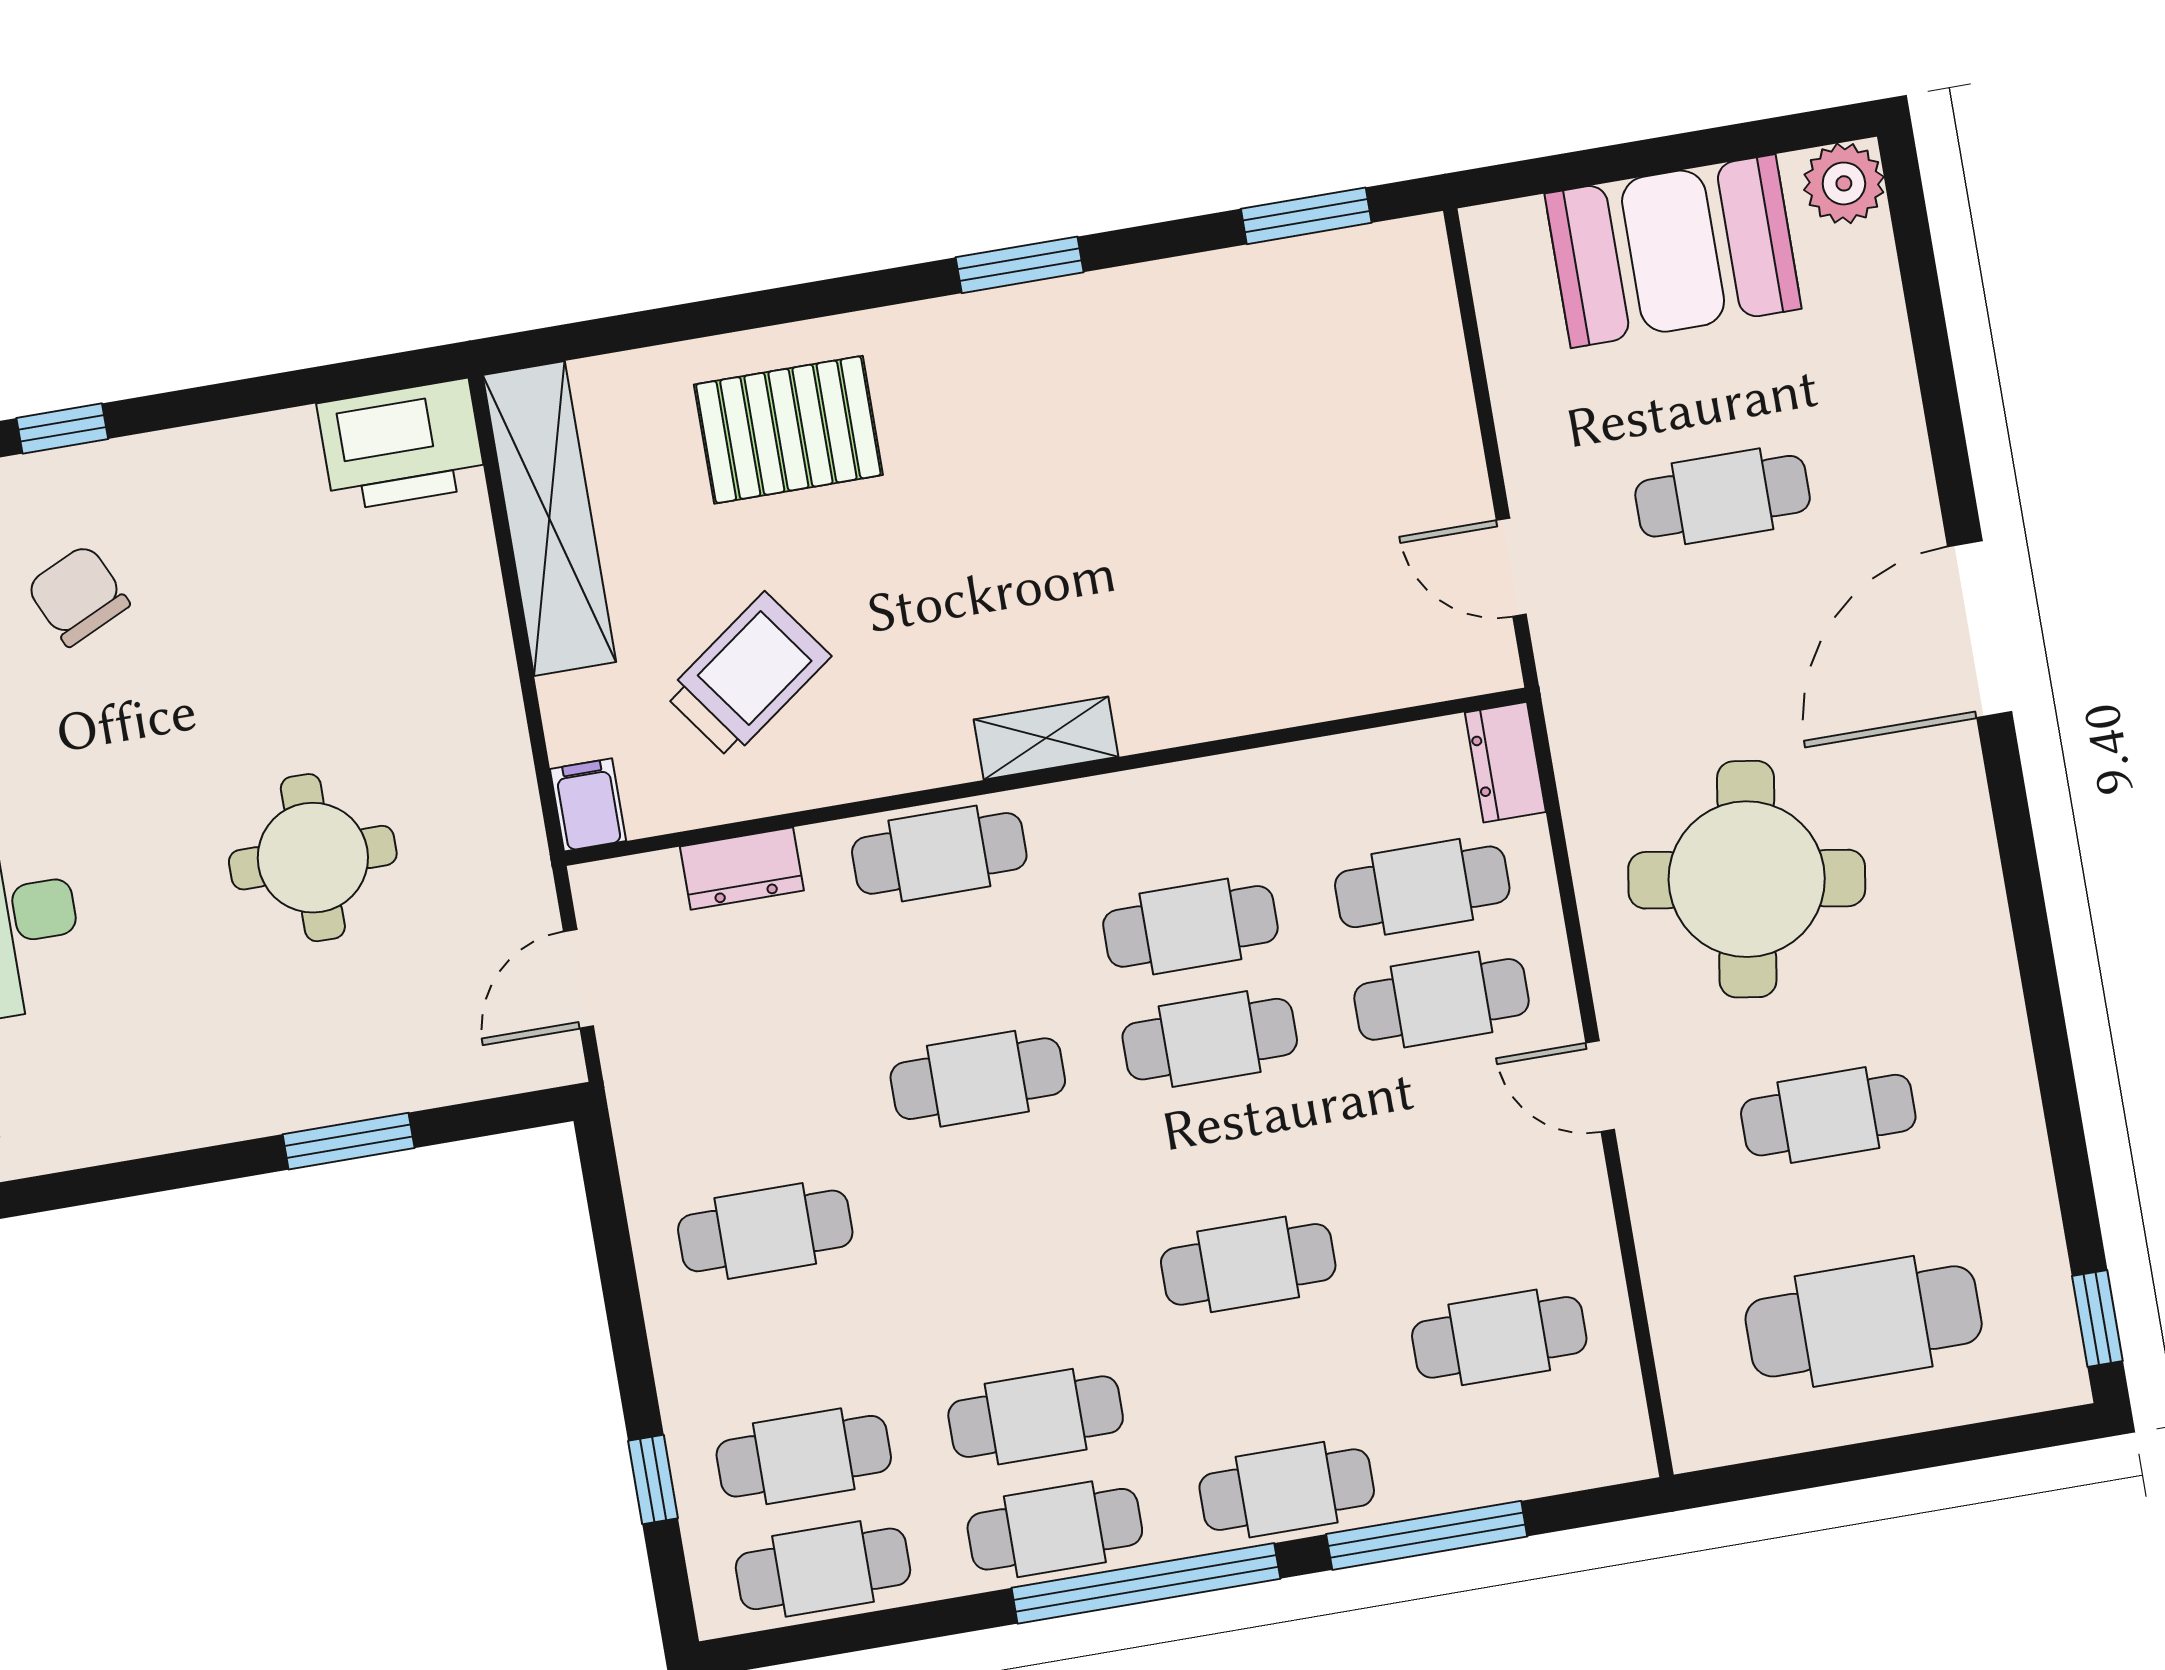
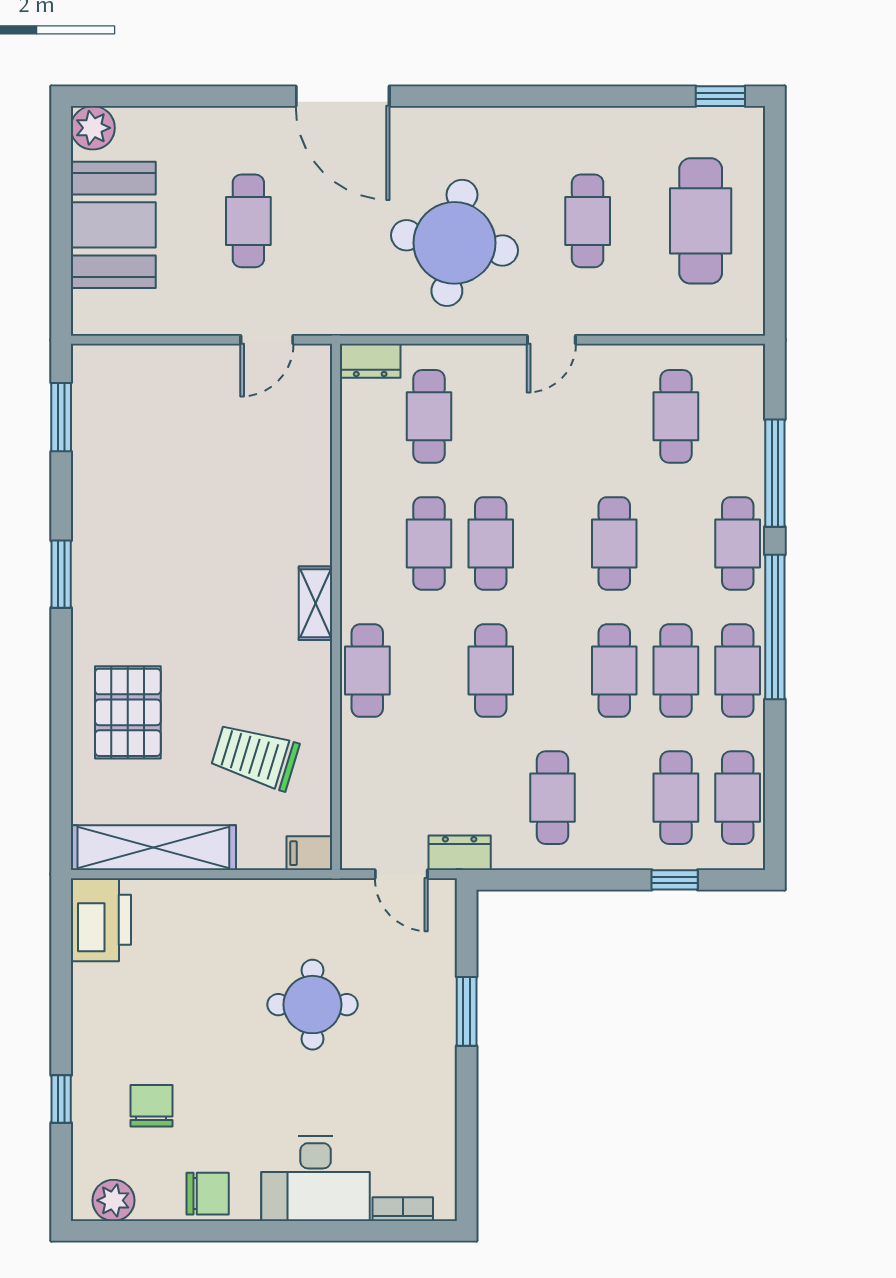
chair: (78, 595) -> (151, 1106), turned 115
trolley: (748, 675) -> (255, 756), turned -37
dresser: (742, 869) -> (460, 853), moved, turned -90
cafe table: (1442, 999) -> (614, 671), moved

